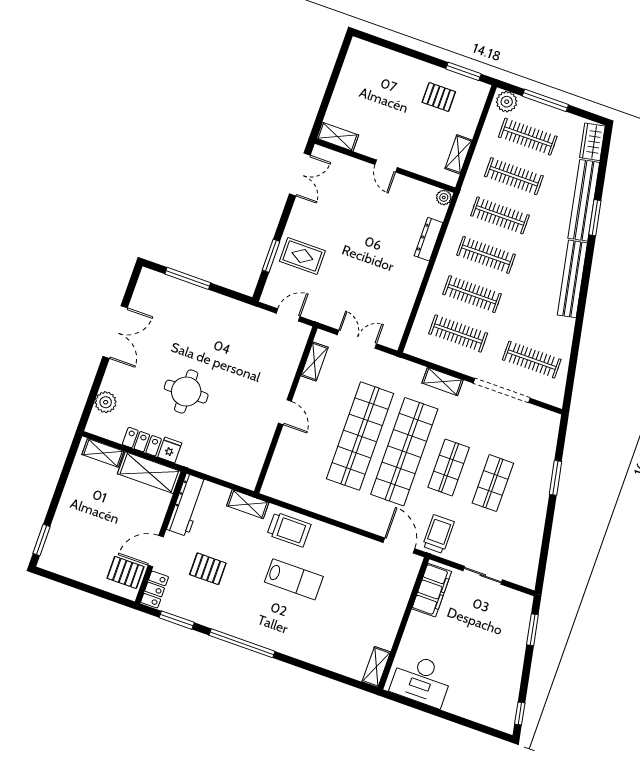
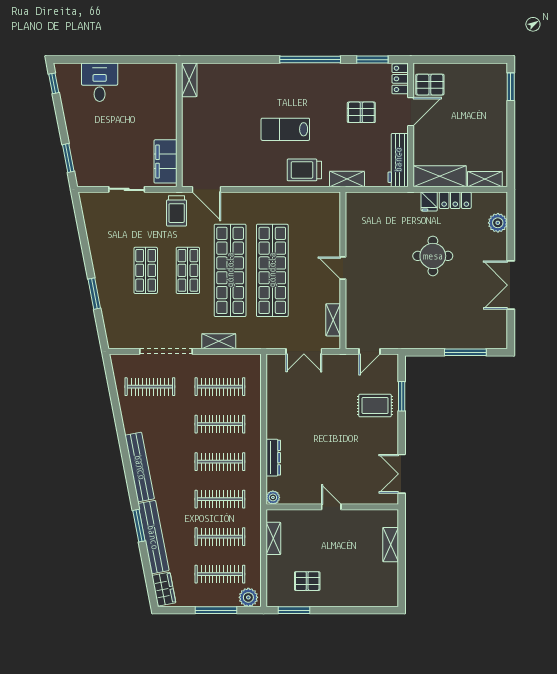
shelving: (338, 137) -> (391, 545), moved, turned 90
desk: (421, 680) -> (100, 82), moved, width x0.73

